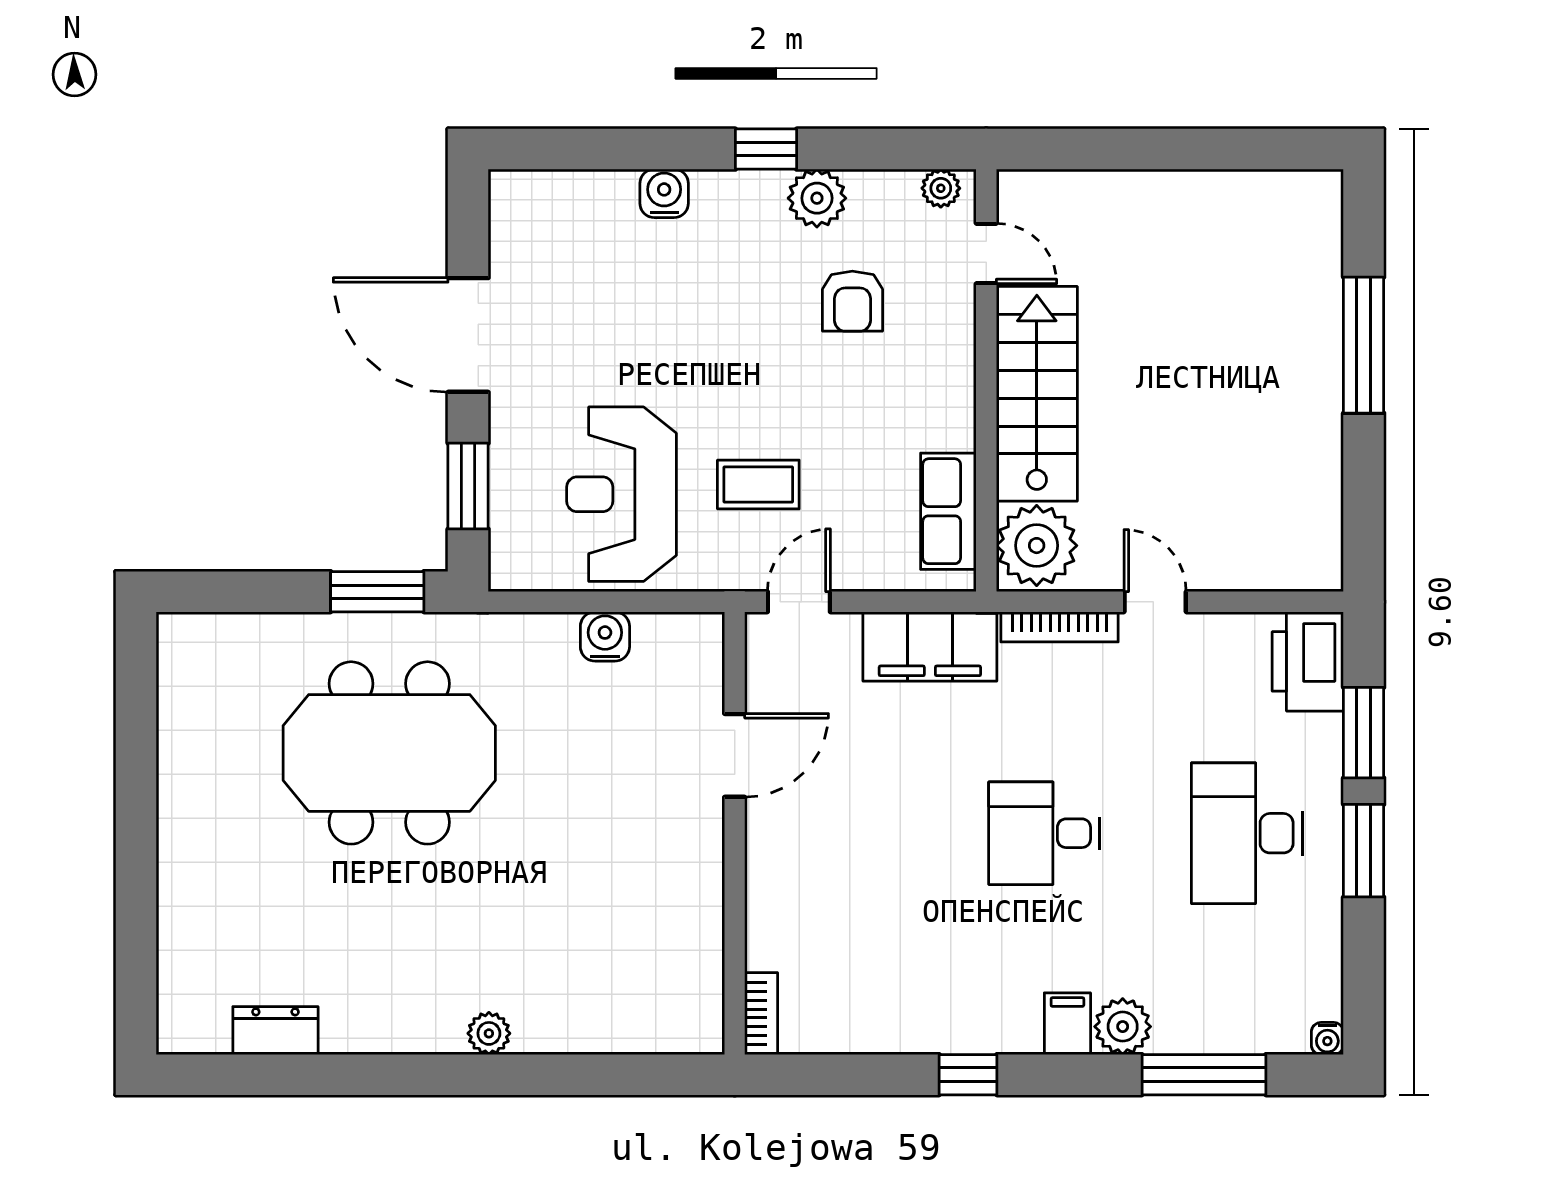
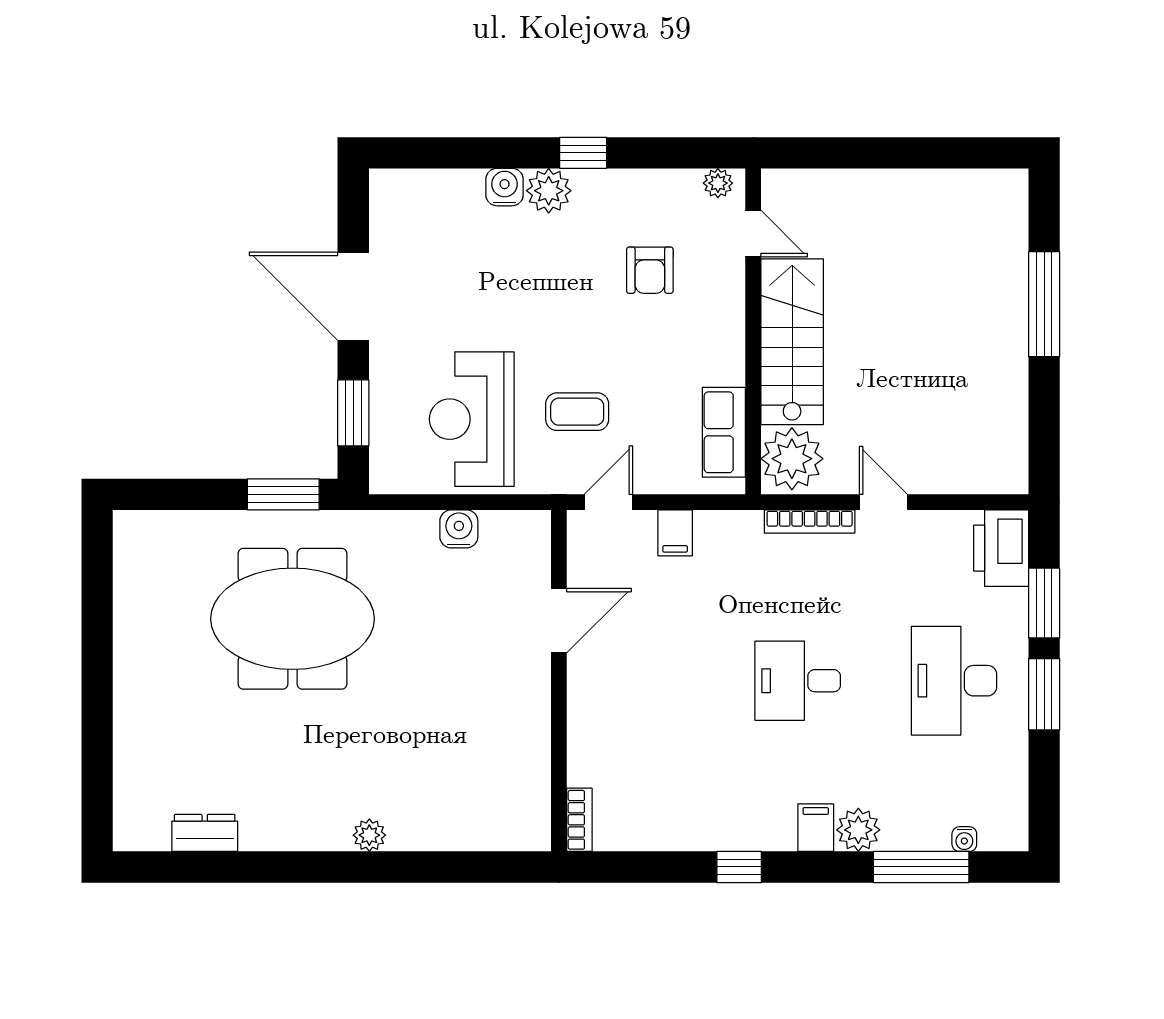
plant: (817, 198) -> (549, 191), moved
filing cabinet: (930, 647) -> (675, 533), width x0.33, depth x0.86
water cooler: (1327, 1039) -> (964, 839), moved

